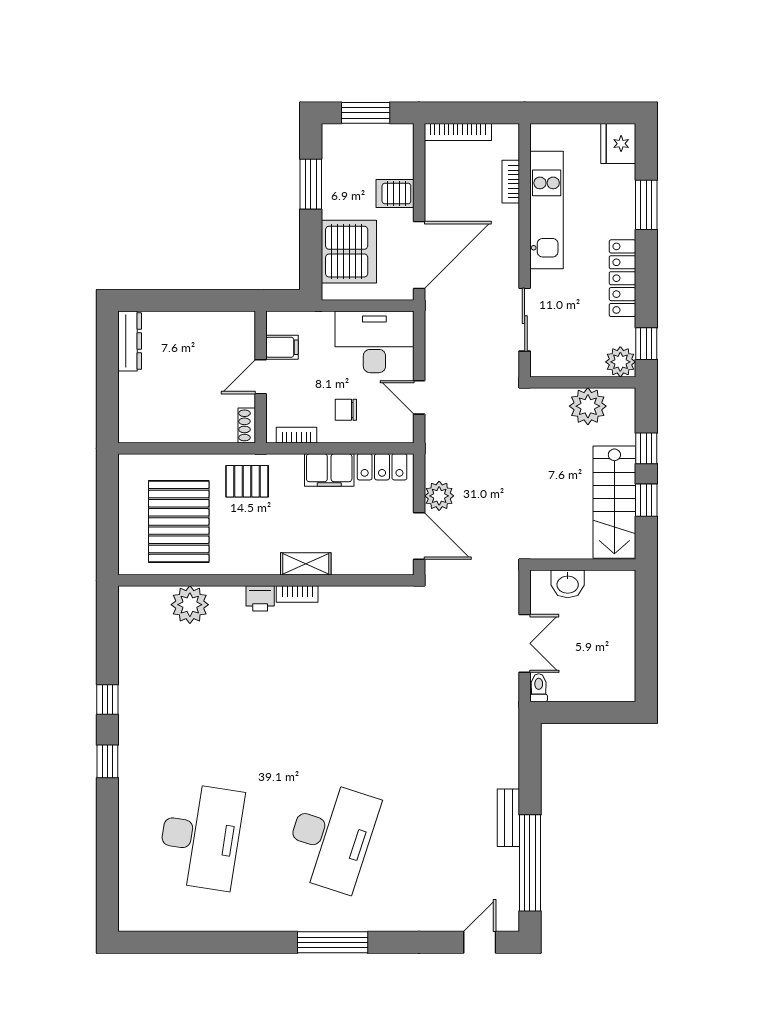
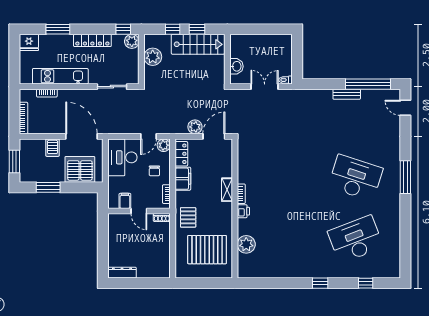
plant: (400, 429) -> (164, 145), added
window: (107, 699) -> (366, 283), moved
desk: (200, 836) -> (355, 239), turned -30

